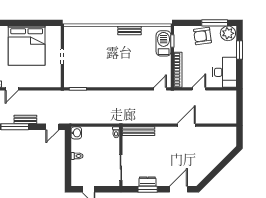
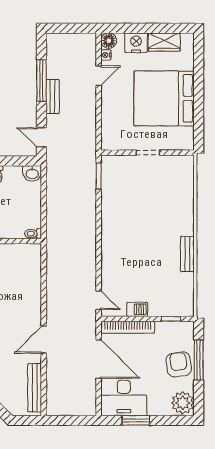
window: (215, 23) -> (199, 360), moved
barbecue: (164, 43) -> (137, 309), moved, width x0.53, depth x0.65
window: (239, 50) -> (136, 420), moved
door: (12, 89) -> (99, 76), swing flipped
door: (199, 89) -> (99, 359), width x1.88
door: (186, 125) -> (44, 340), swing flipped
bench: (139, 131) -> (35, 388), moved

